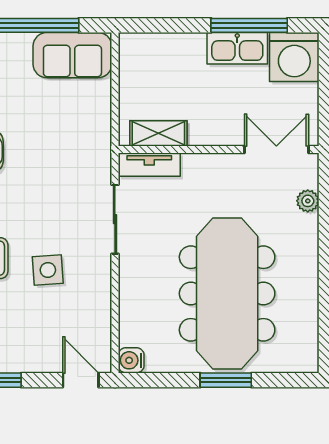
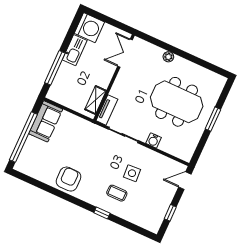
window: (249, 25) -> (55, 68), moved
plant: (308, 201) -> (168, 57), moved
meeting table: (227, 293) -> (177, 102), width x0.73
water cooler: (131, 360) -> (153, 140), moved

